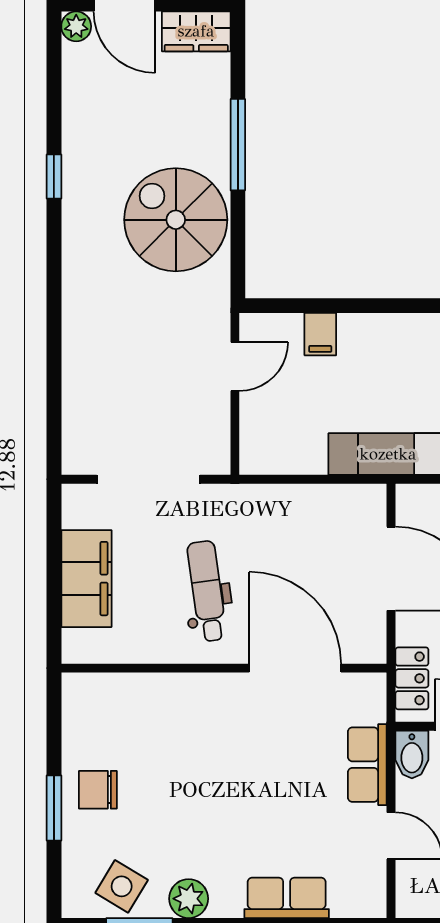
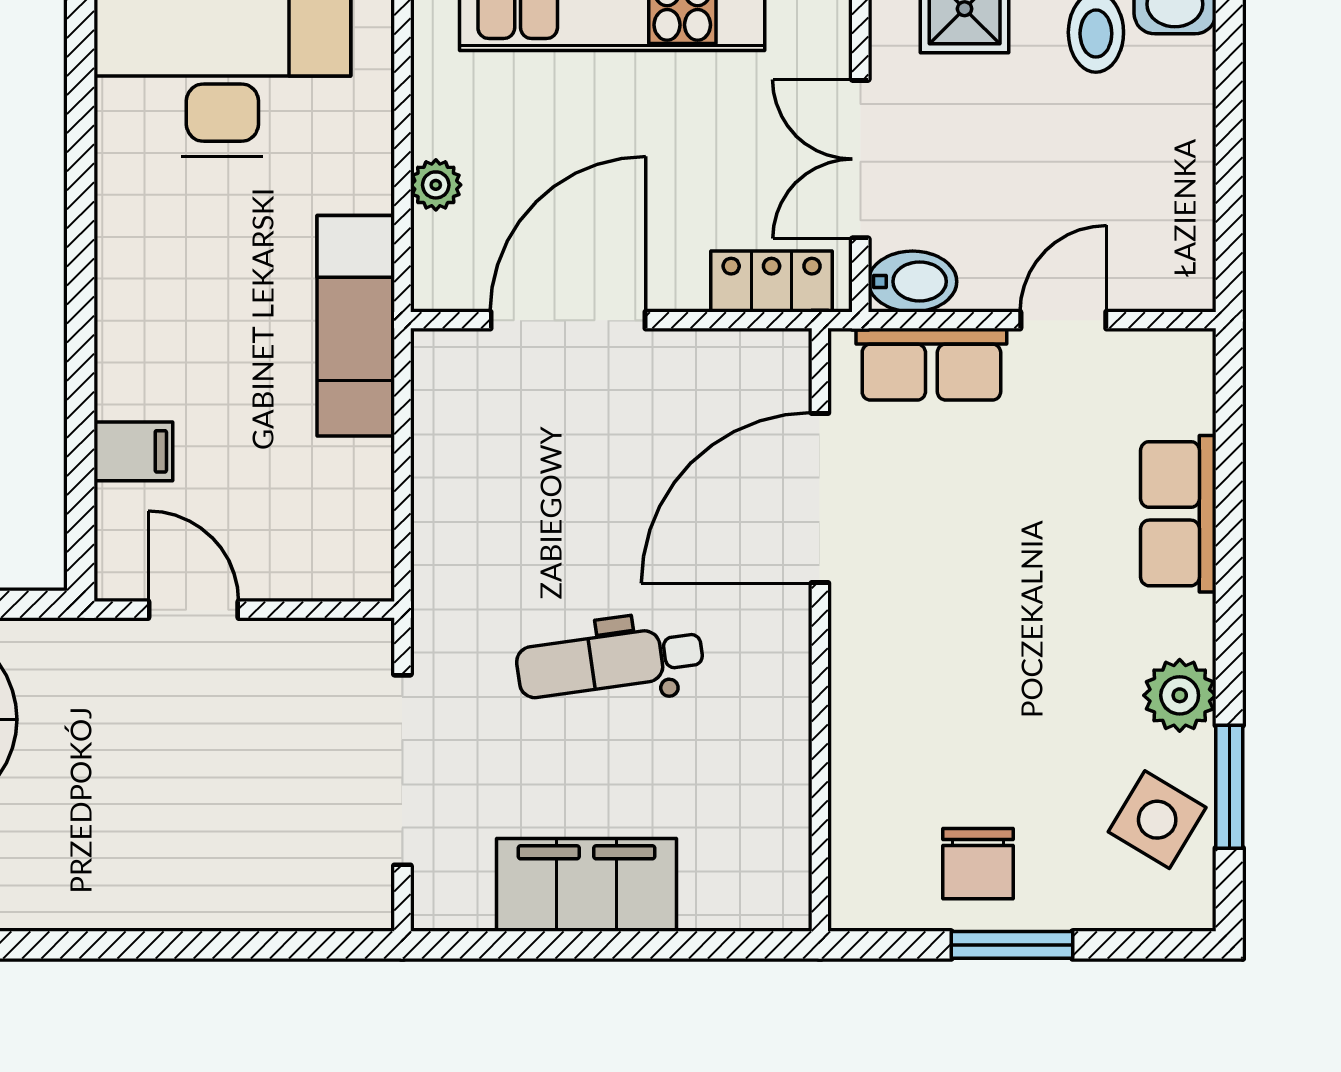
wall: (224, 668) -> (820, 630), moved
door: (295, 668) -> (820, 498), moved

